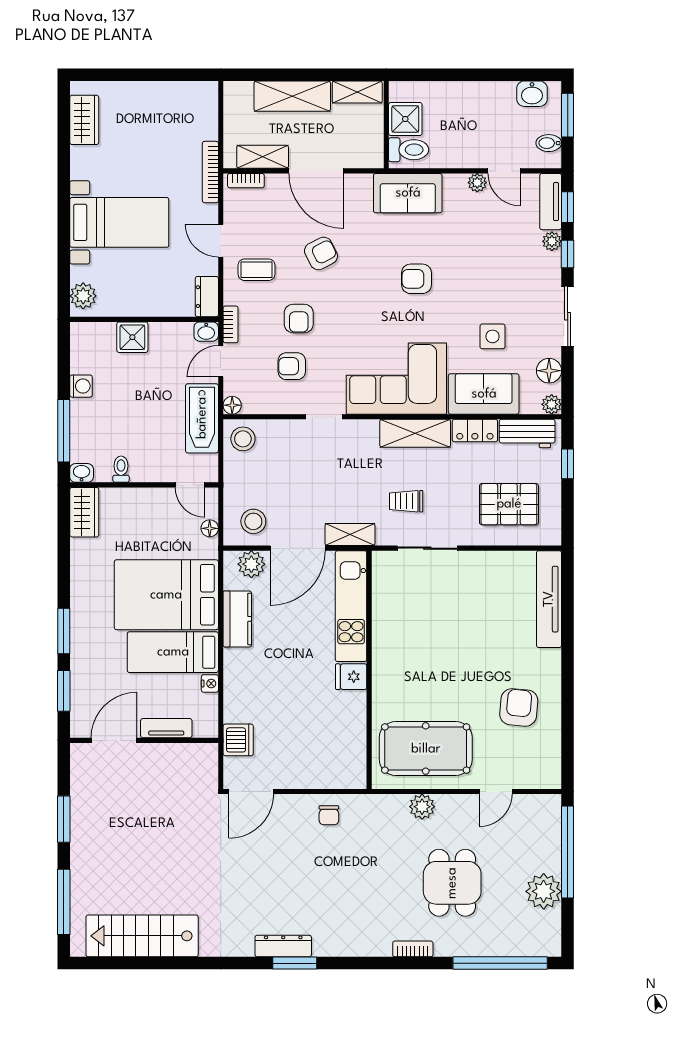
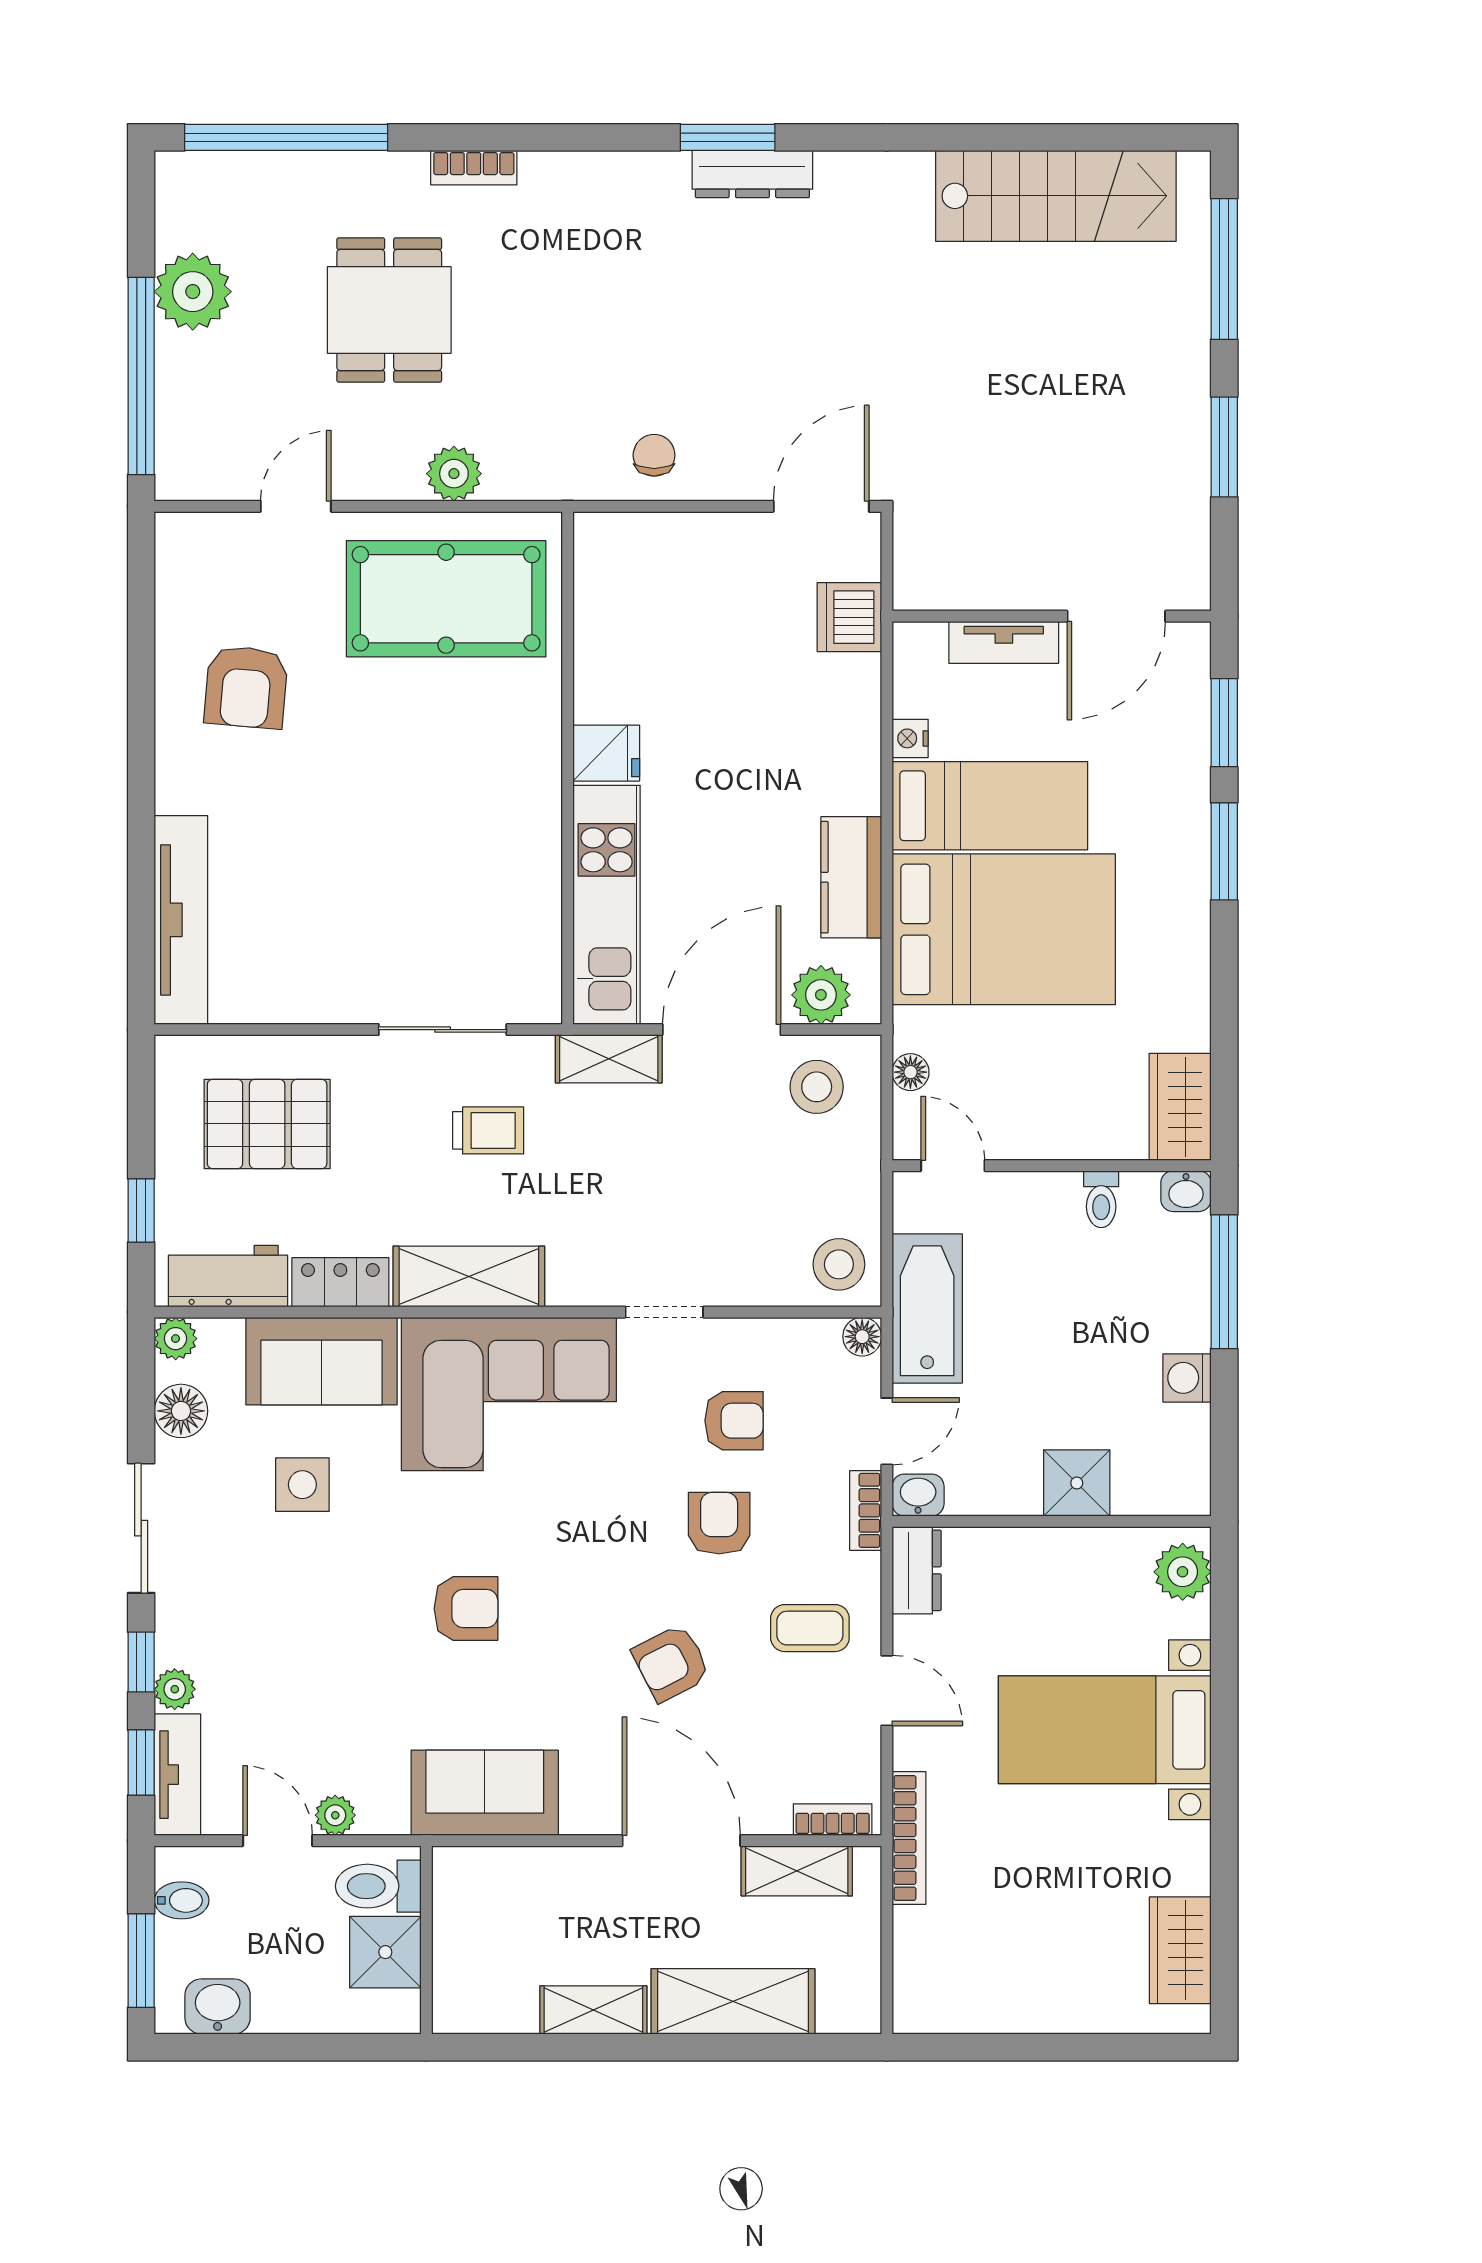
shower: (405, 119) -> (385, 1952), moved
wall: (386, 125) -> (426, 1940), moved
toilet: (409, 150) -> (378, 1886), moved

